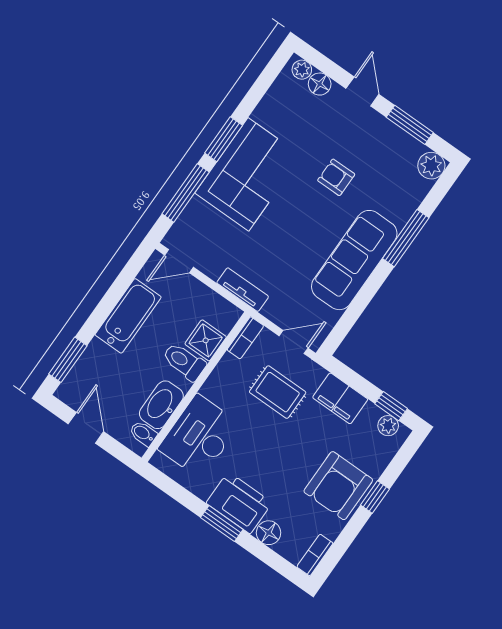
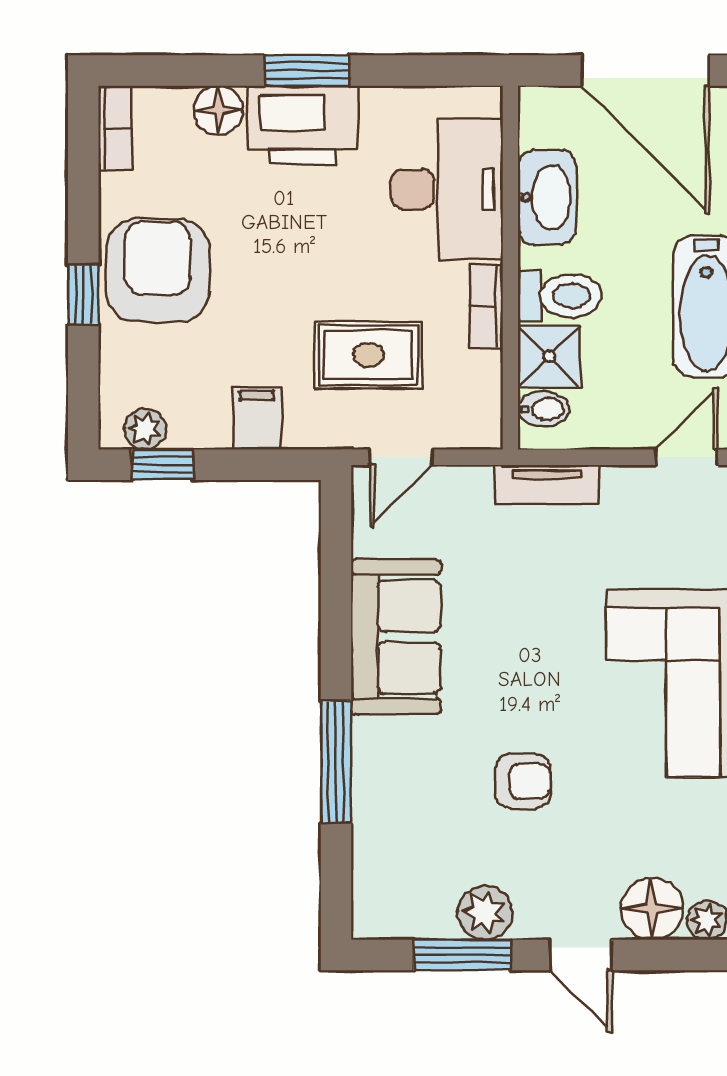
floor lamp: (320, 84) -> (652, 909), width x1.38, depth x1.38
plant: (431, 166) -> (485, 913), moved
sofa: (354, 260) -> (396, 637), width x0.73
bookcase: (245, 338) -> (486, 306), moved
filing cabinet: (340, 398) -> (257, 418), width x0.50
door: (86, 428) -> (646, 70), width x1.87
bidet: (143, 433) -> (544, 409), moved

